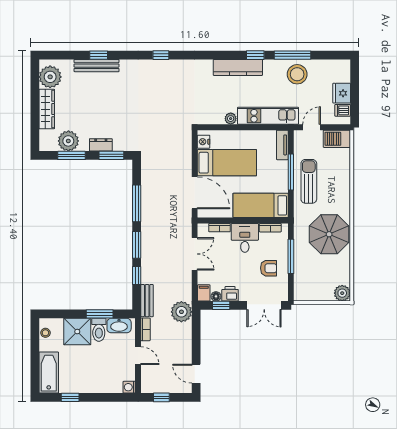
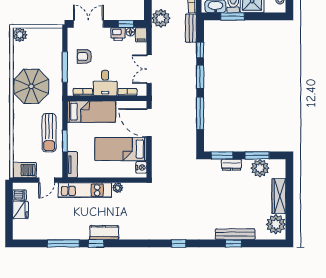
kitchen counter: (238, 67) -> (104, 233), width x0.67
stool: (297, 74) -> (59, 227), removed
window: (291, 172) -> (65, 141), width x0.69

